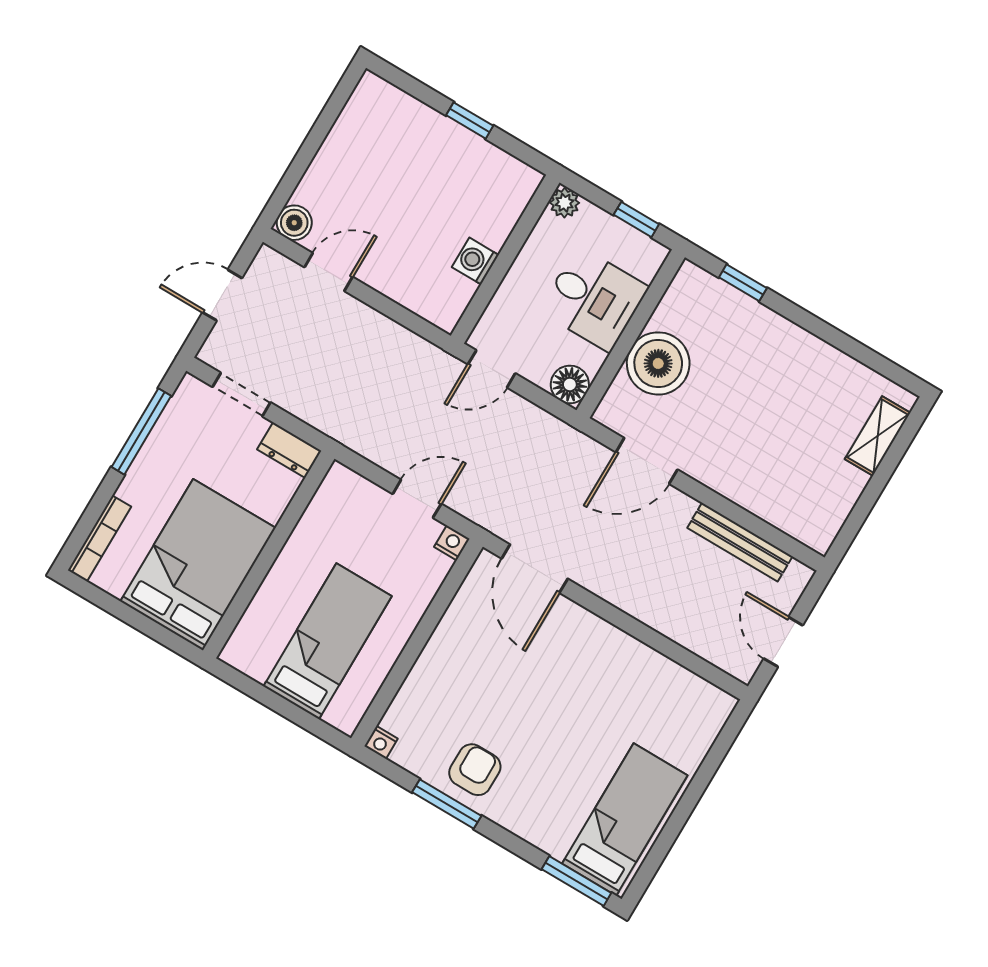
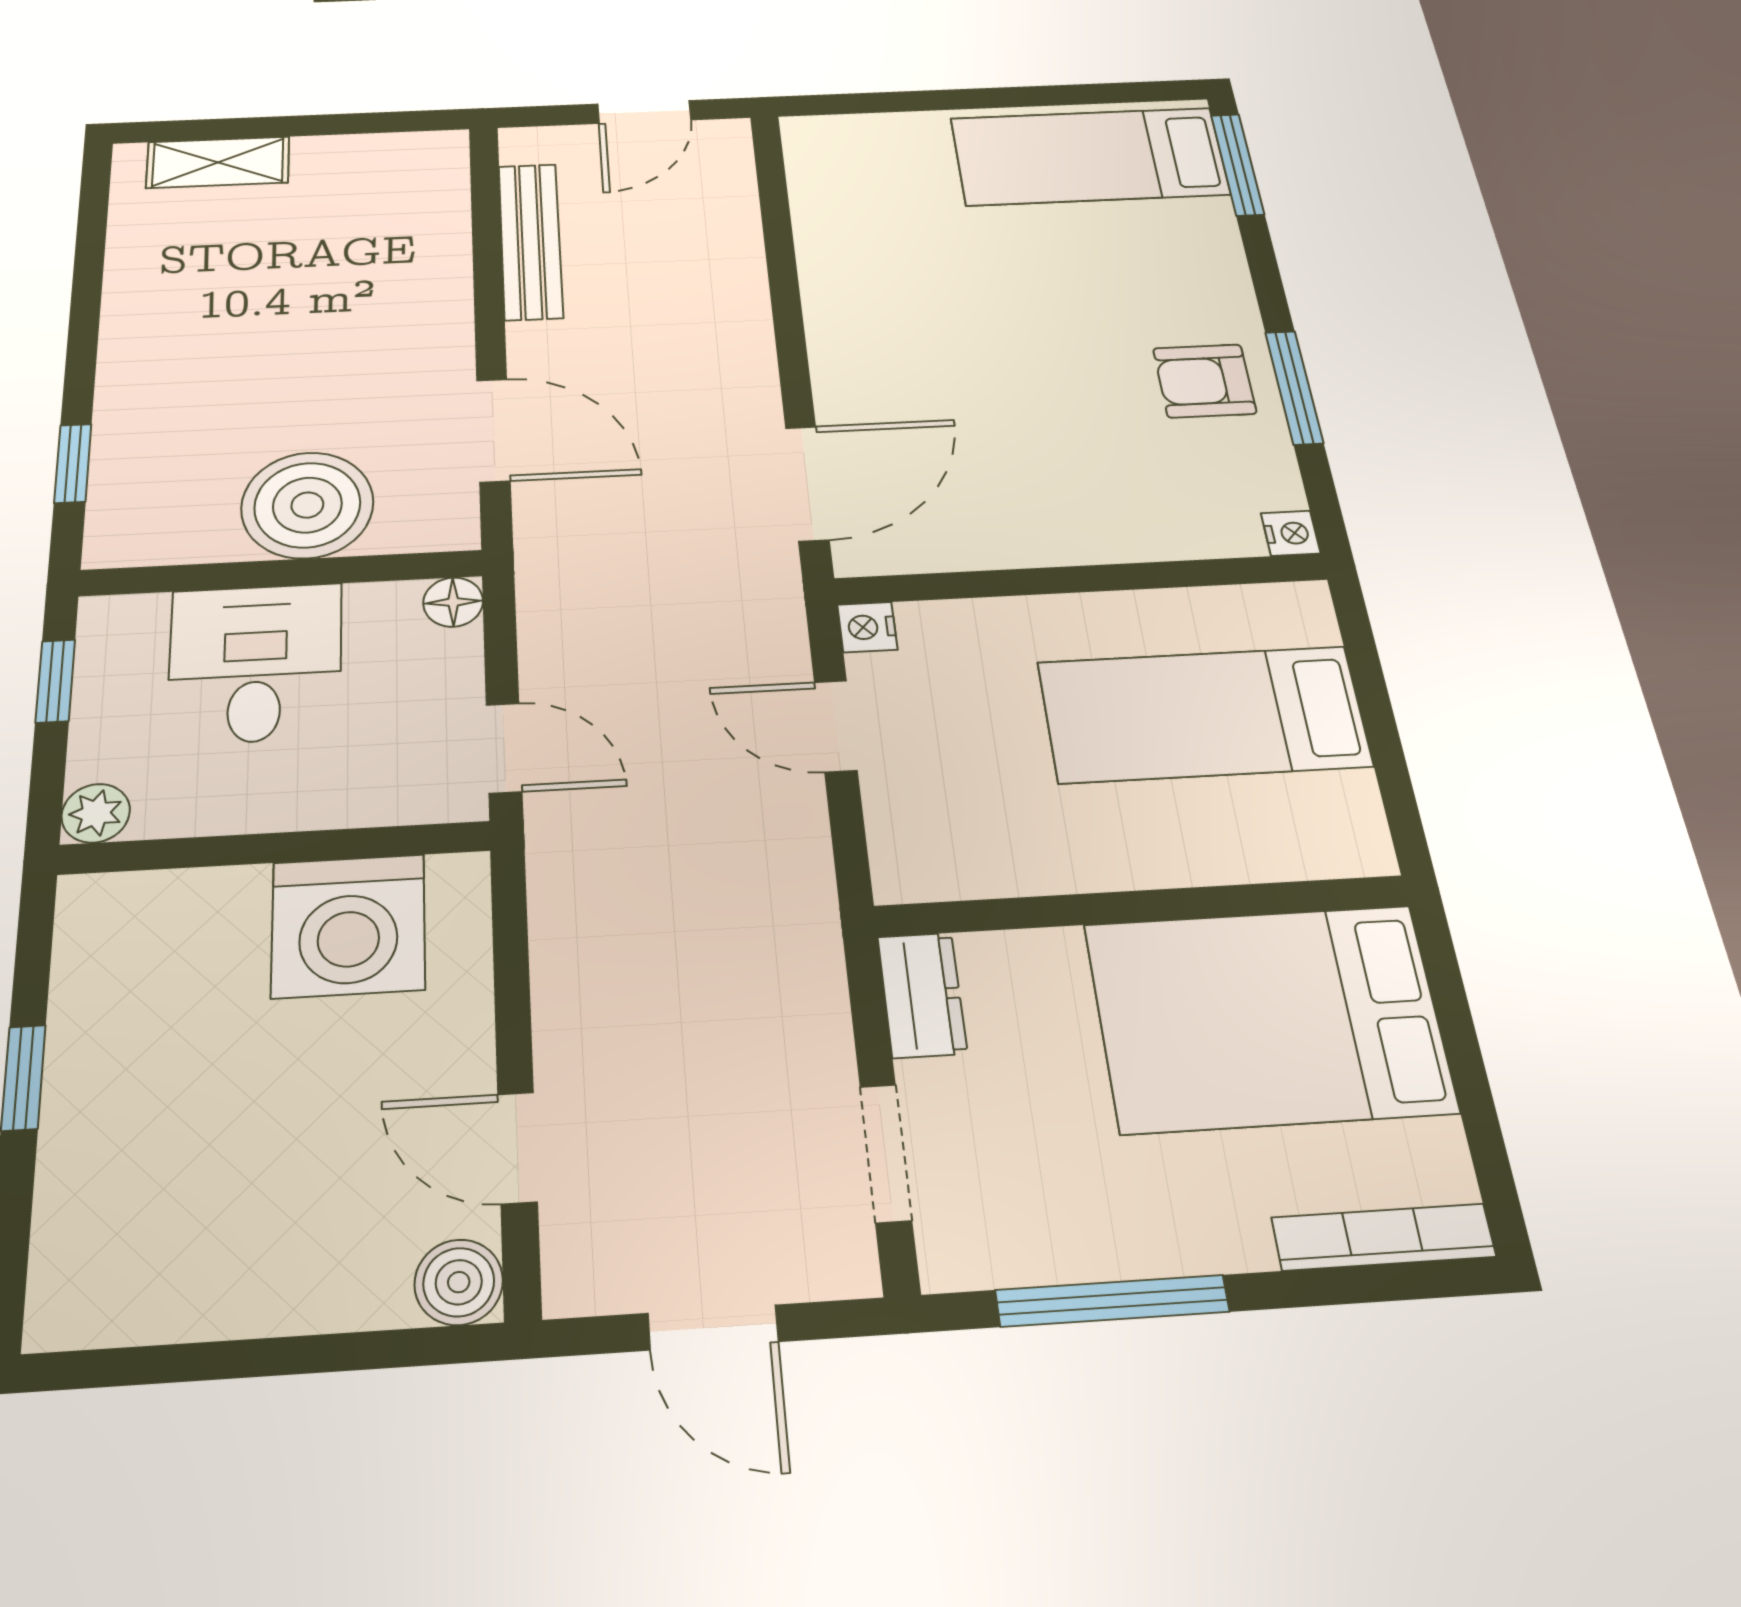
washing machine: (475, 261) -> (348, 926), width x1.89, depth x1.89
floor lamp: (570, 384) -> (453, 602), width x0.73, depth x0.73

